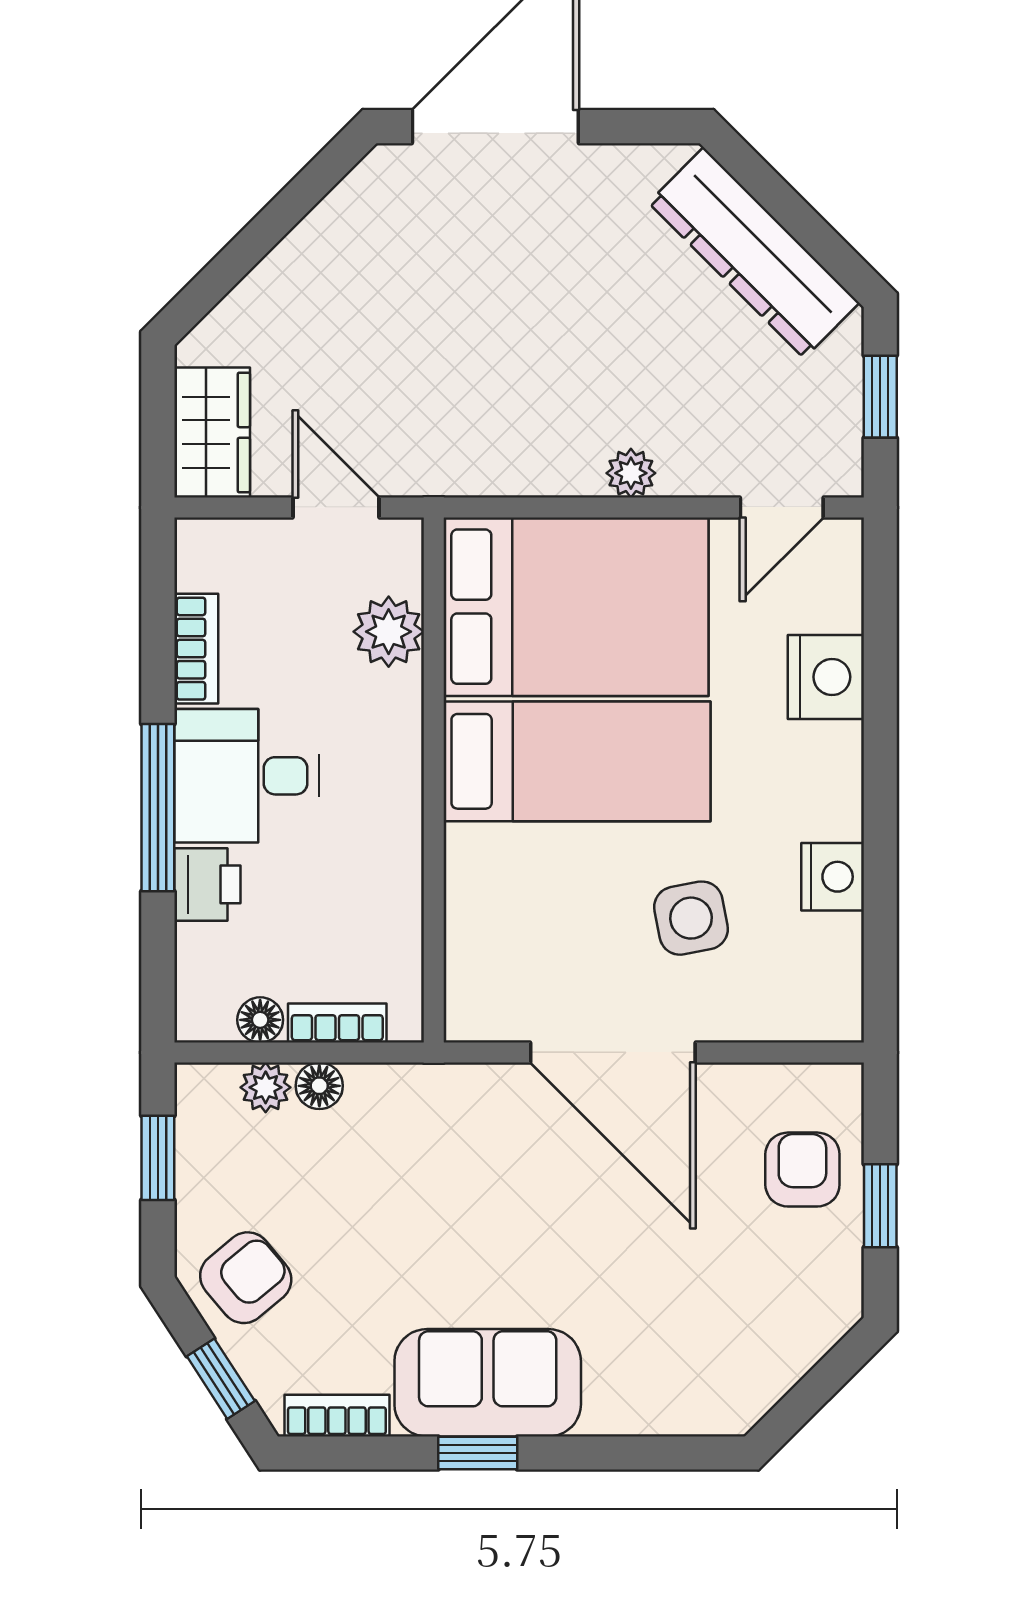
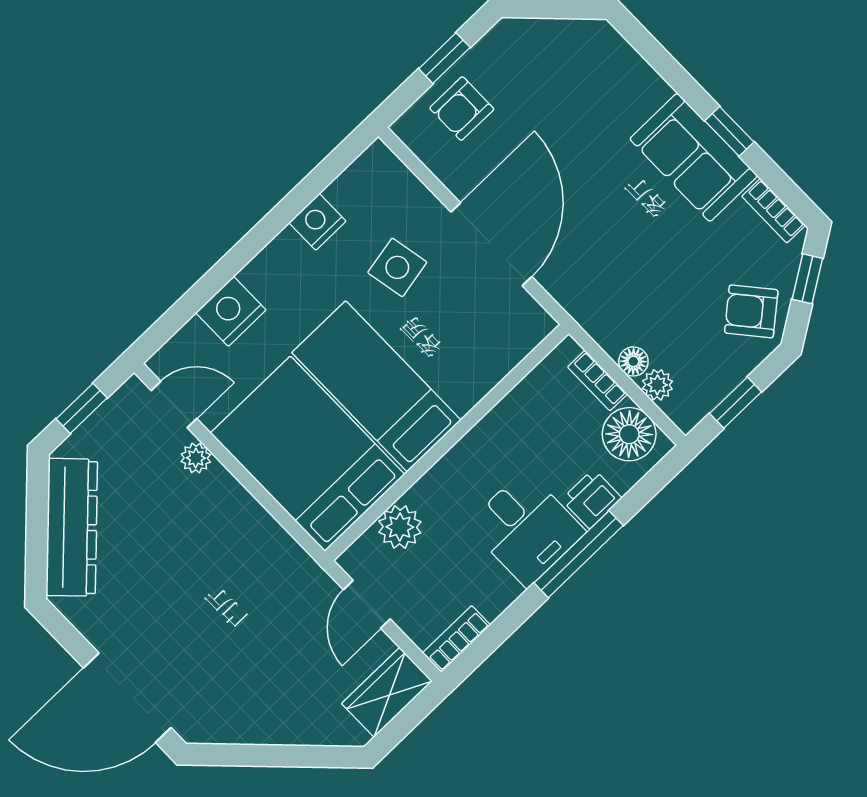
plant: (631, 473) -> (196, 458), moved
bookcase: (196, 649) -> (456, 639), moved
floor lamp: (260, 1020) -> (629, 434), width x1.89, depth x1.89

